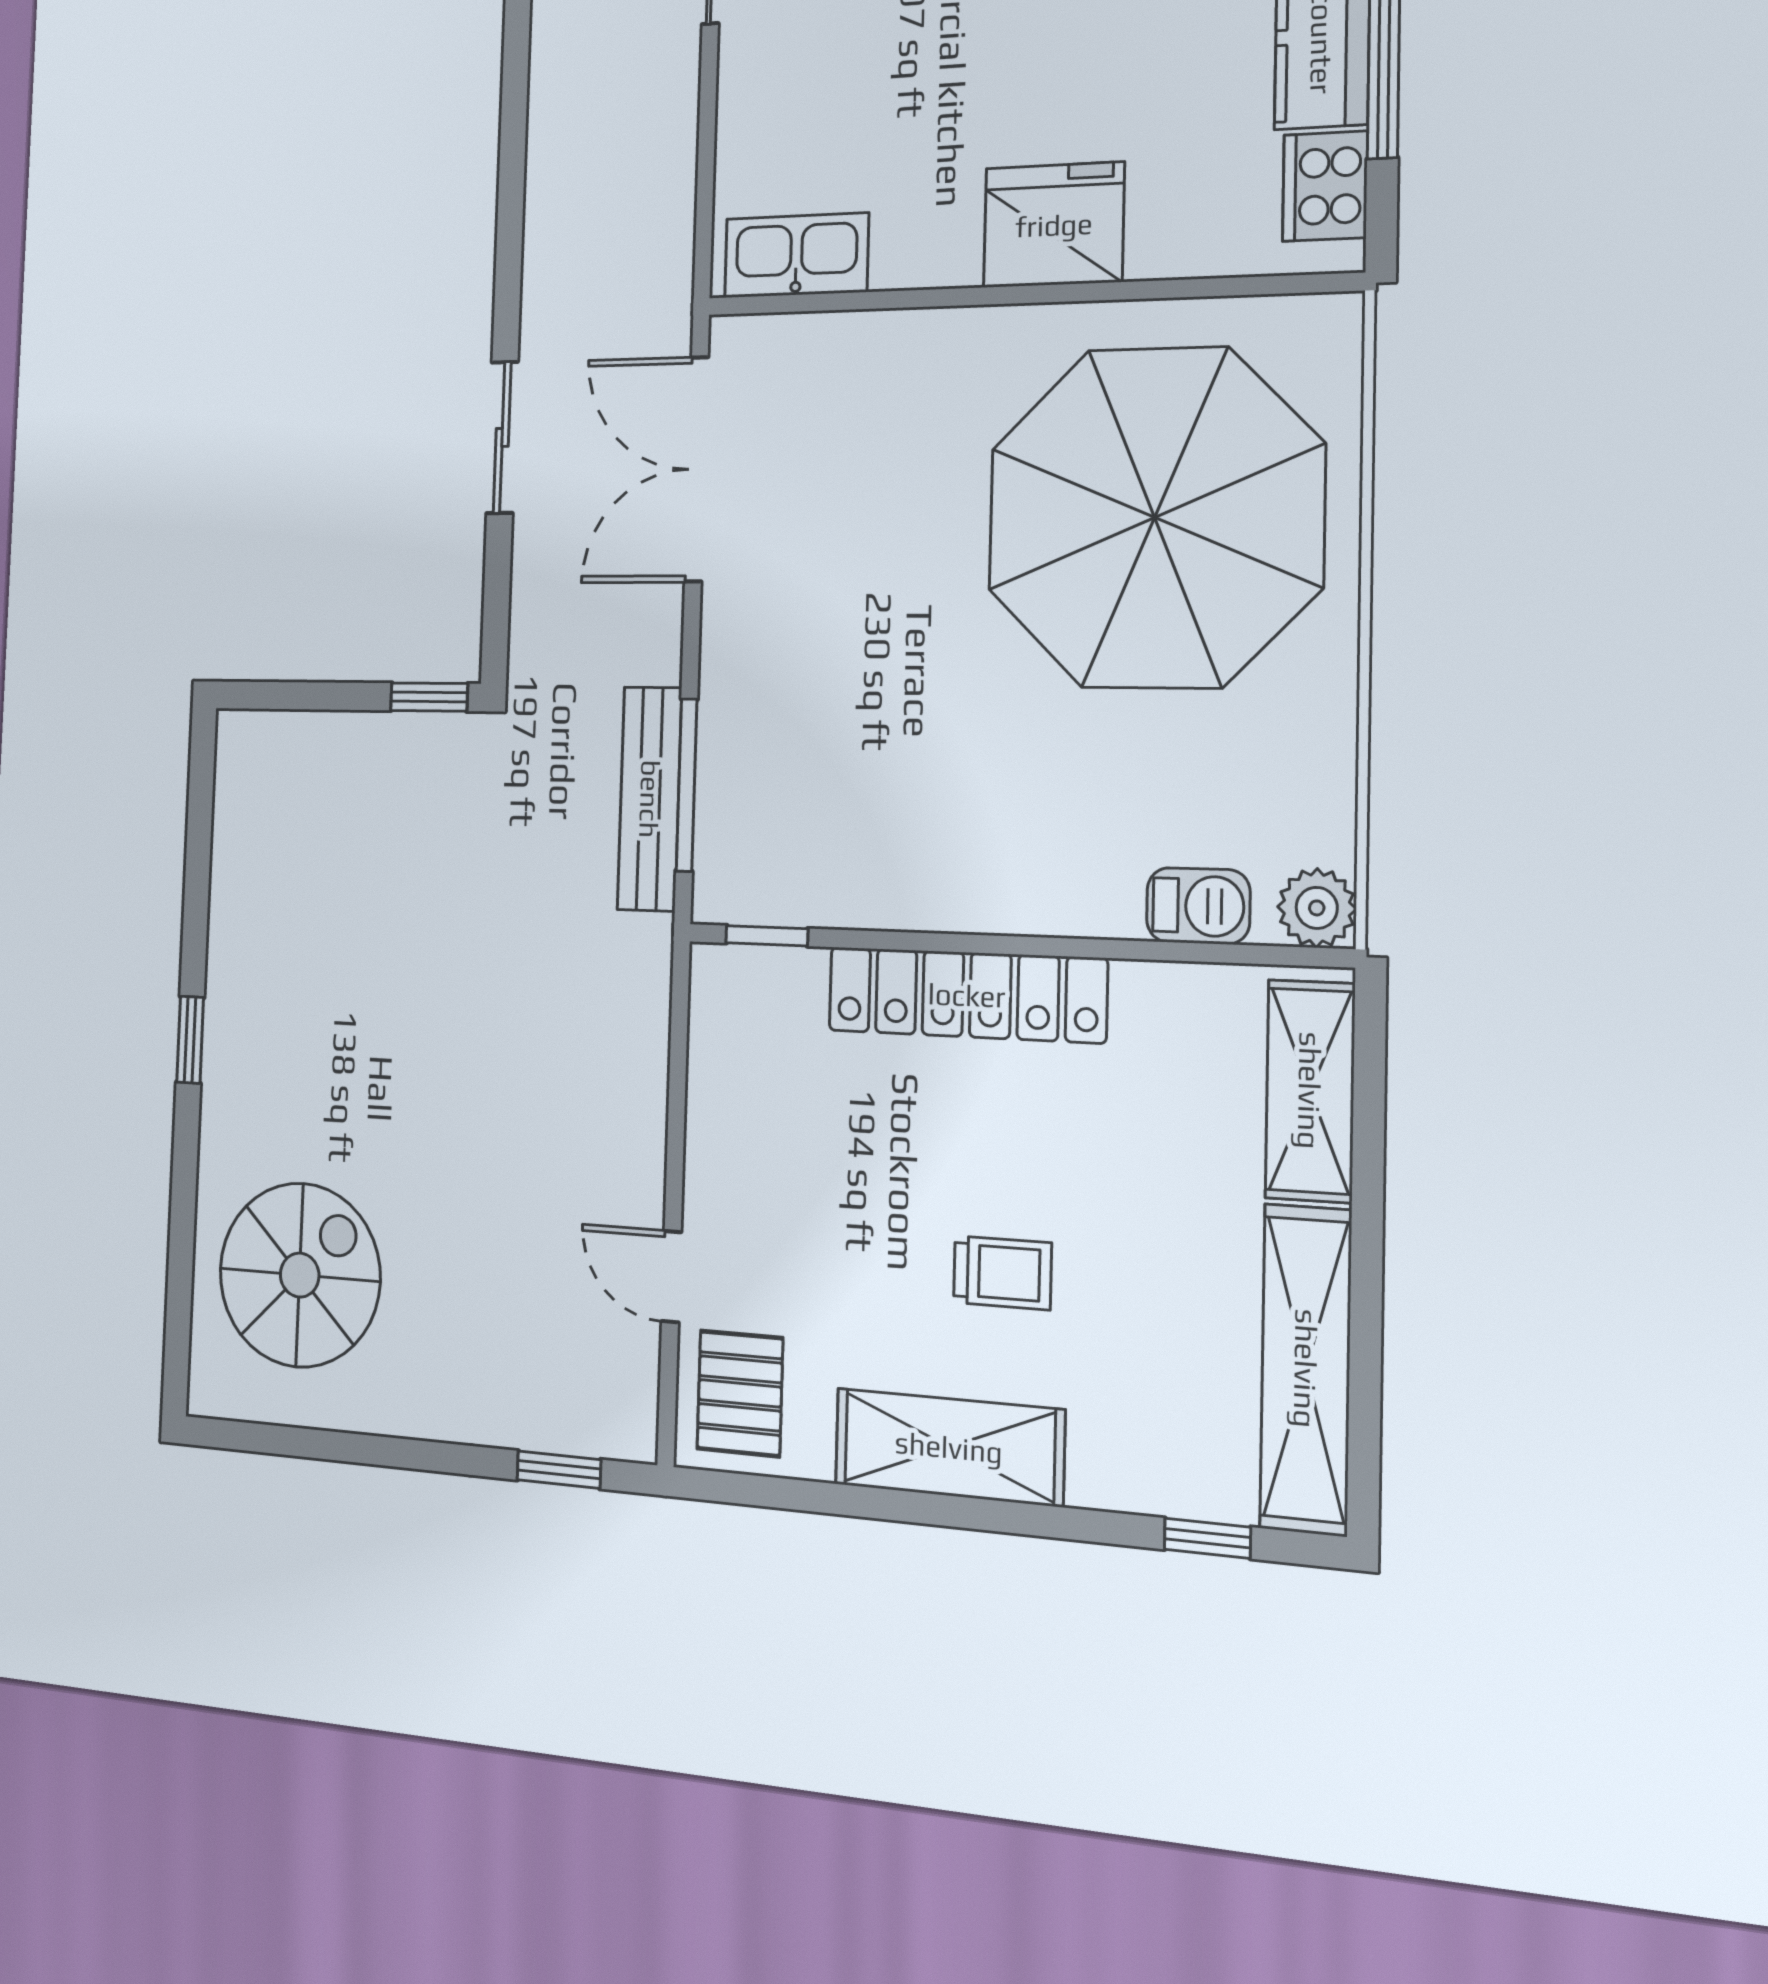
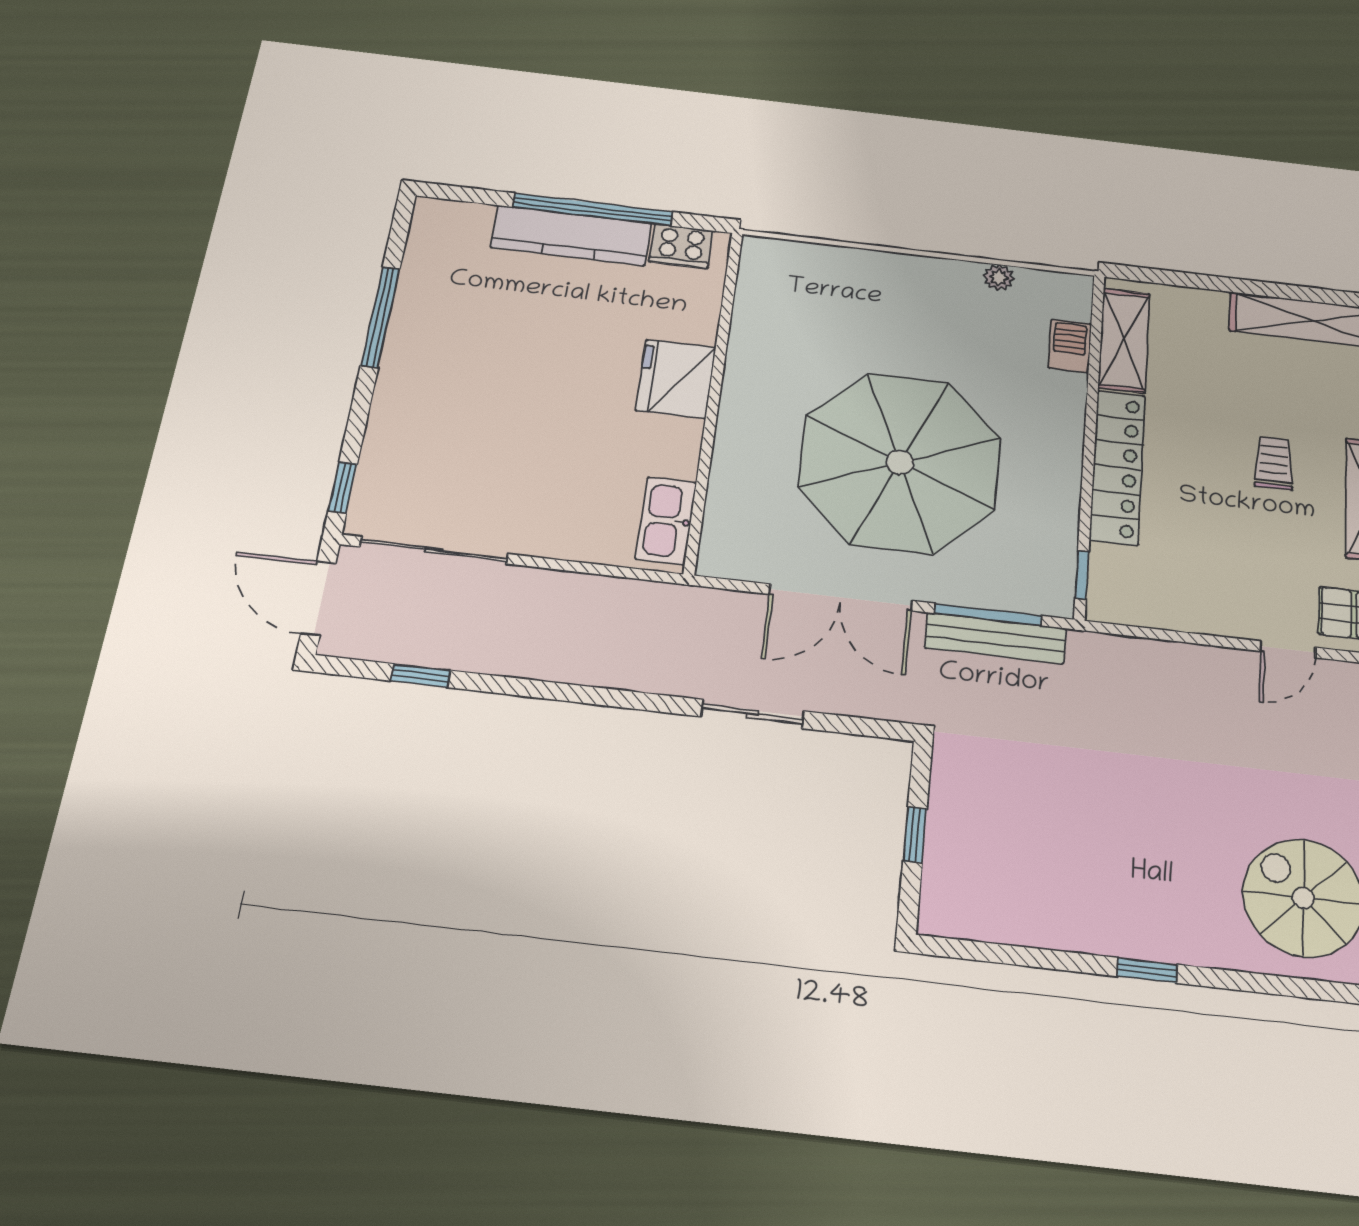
double door: (696, 469) -> (841, 597), moved
parasol: (1155, 518) -> (900, 462), moved
window: (429, 697) -> (915, 835), moved
plant: (1317, 908) -> (999, 277), moved, width x0.73, depth x0.73
shelving: (1310, 1091) -> (1124, 340), moved, turned 90

